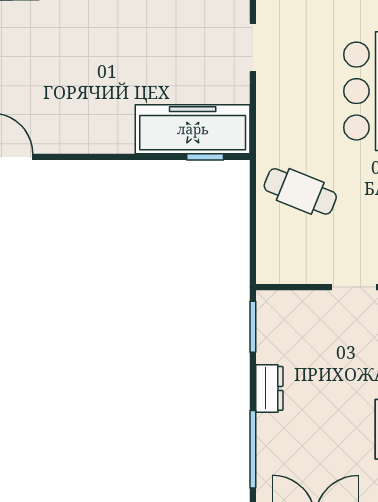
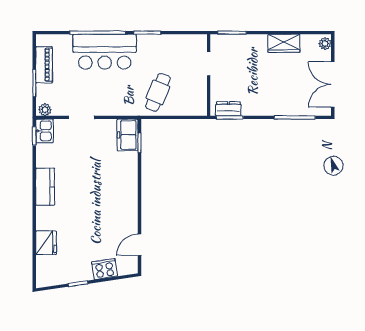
freezer: (193, 129) -> (128, 135), width x0.52, depth x0.79
dresser: (269, 388) -> (228, 109), moved

